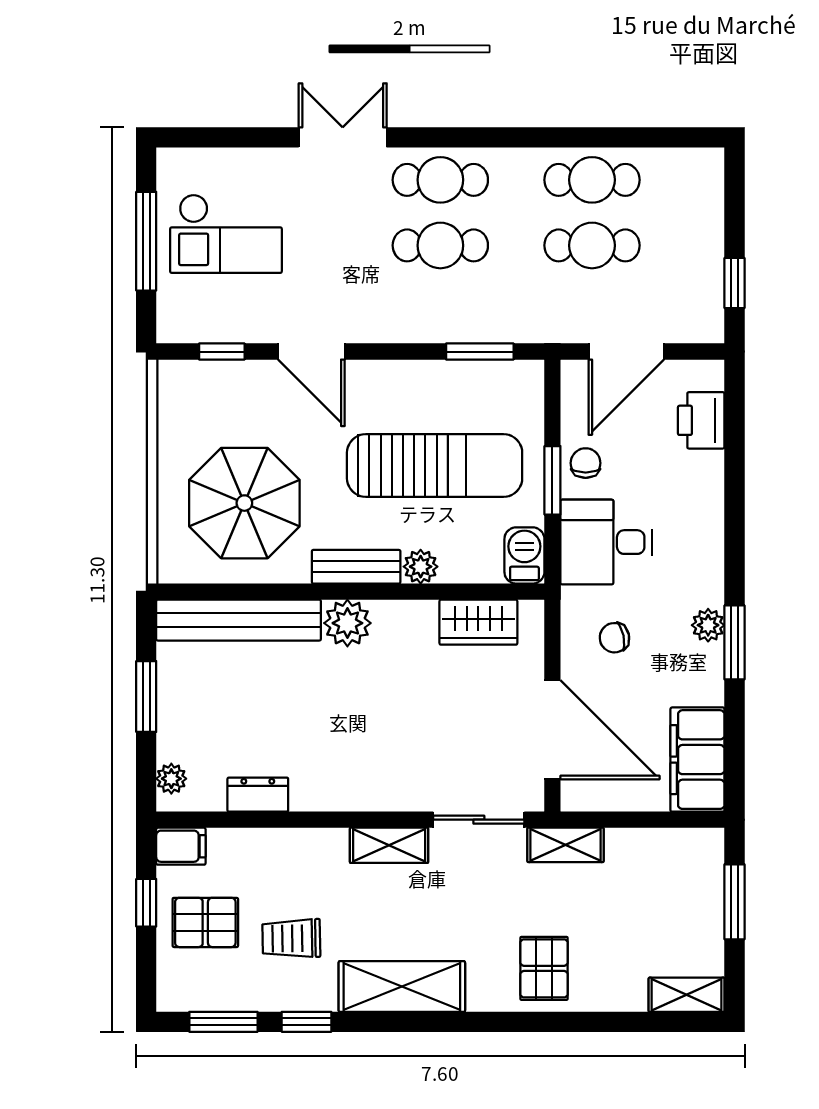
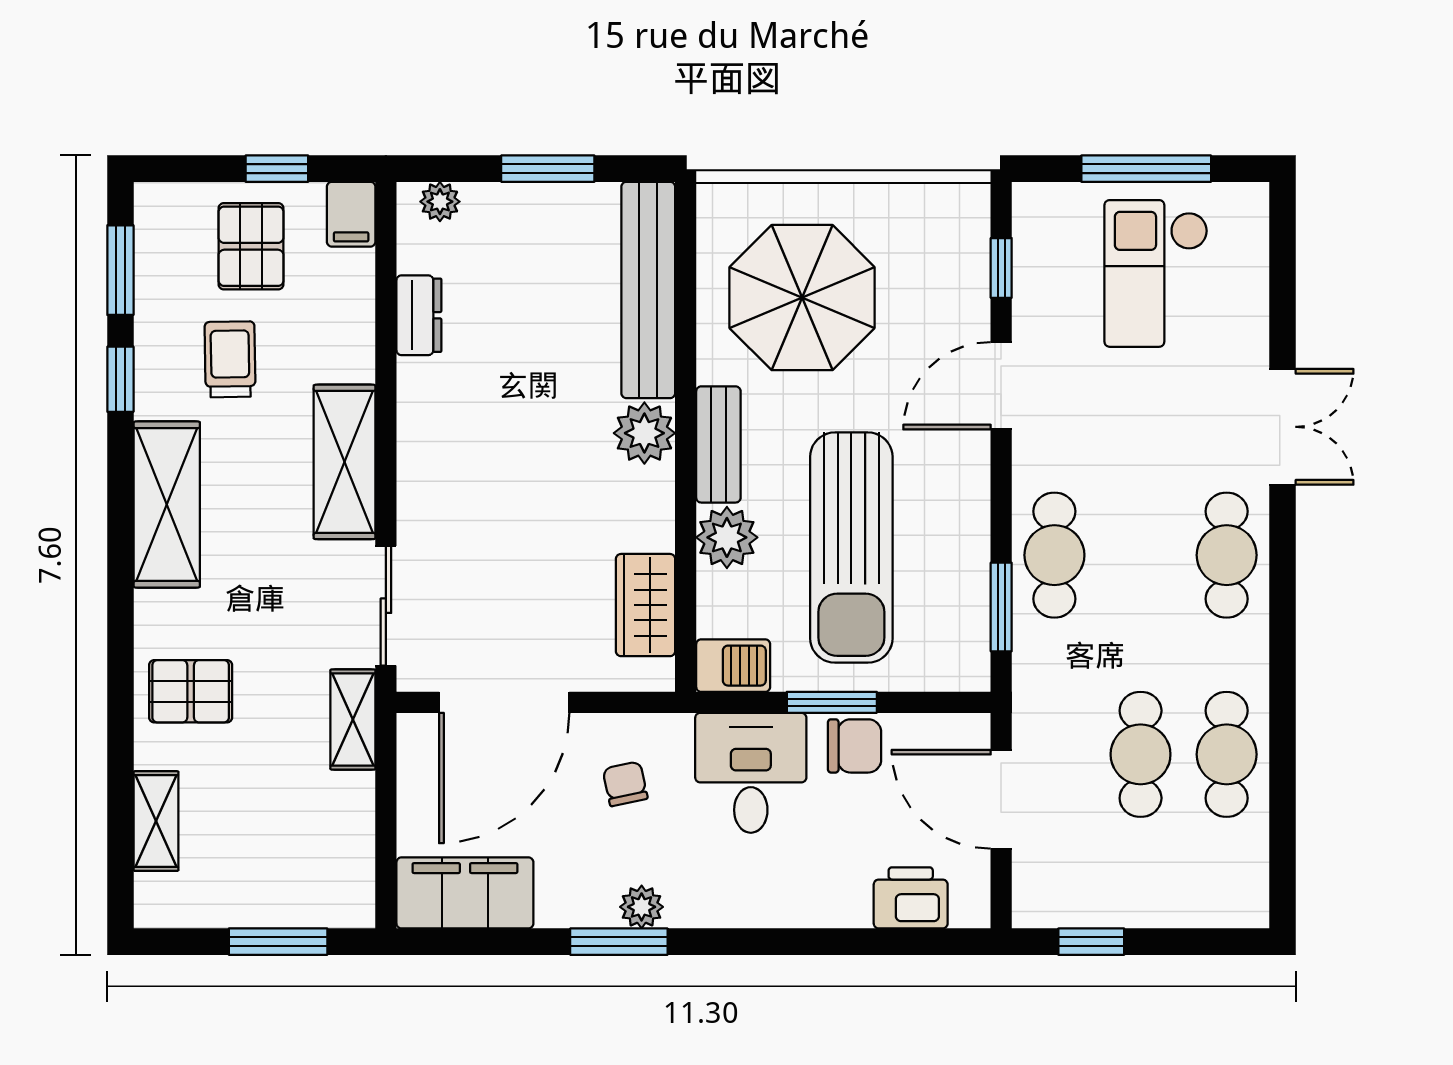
cafe table: (440, 245) -> (1054, 555), moved
chair: (586, 463) -> (855, 746), width x1.37, depth x1.37
plant: (421, 567) -> (727, 537), width x1.38, depth x1.38
shelving: (389, 845) -> (345, 462), width x1.50, depth x1.33
shelving: (687, 995) -> (156, 821), moved

